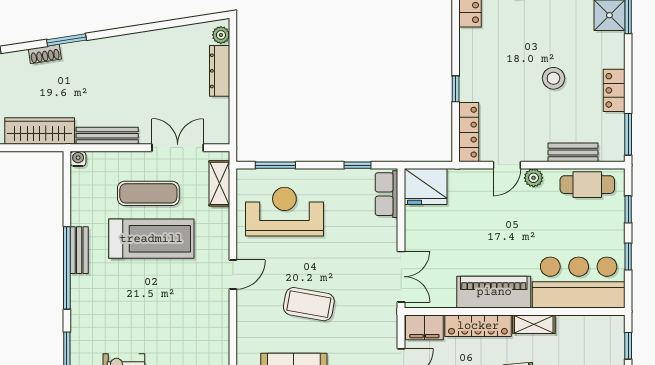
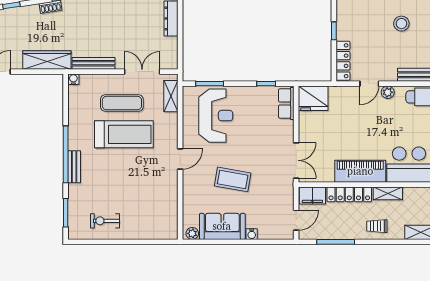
reception desk: (284, 212) -> (216, 116), turned 90
bench: (79, 250) -> (74, 167), moved

